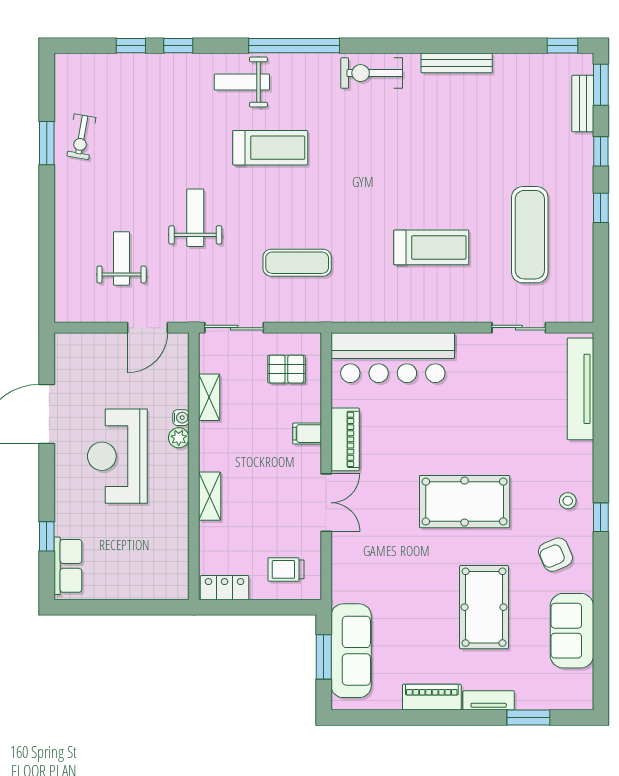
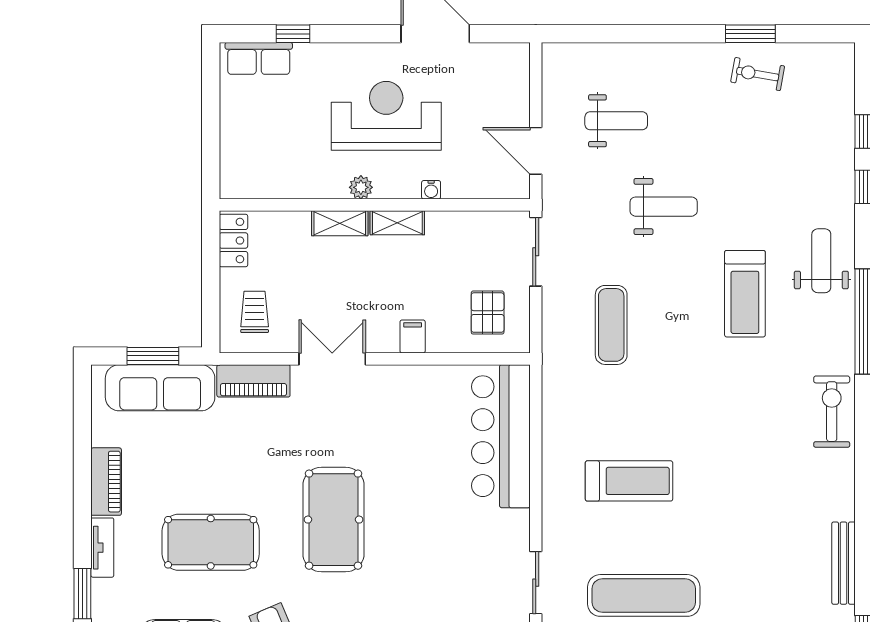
bench: (457, 63) -> (843, 563), moved
treadmill: (431, 247) -> (629, 481), turned -90
shelving: (209, 397) -> (397, 223), moved
plant: (179, 438) -> (361, 187), moved
piano: (345, 439) -> (253, 381), moved
double door: (326, 503) -> (332, 359), swing flipped

